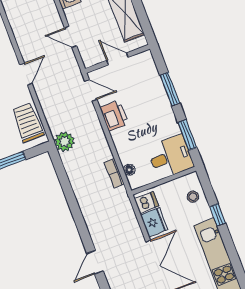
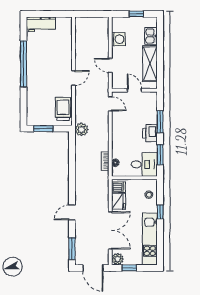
printer: (114, 116) -> (150, 133), moved, turned 180

